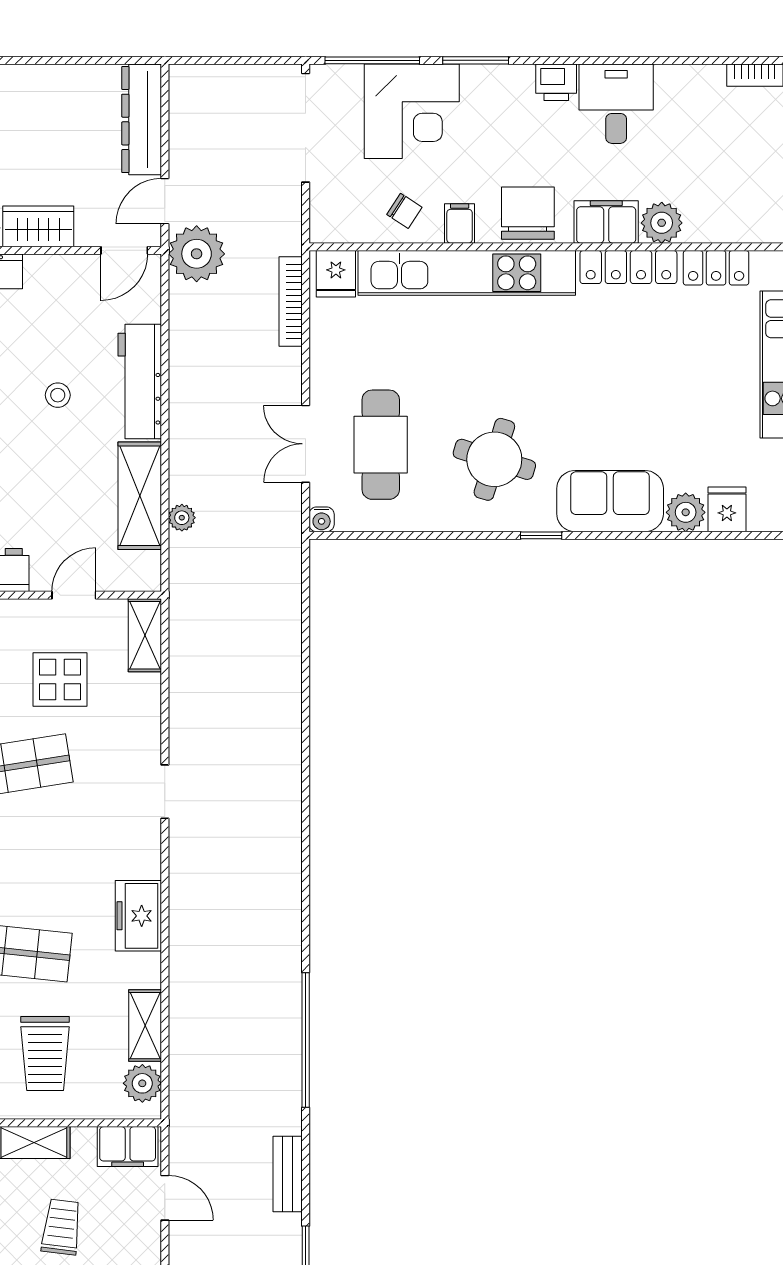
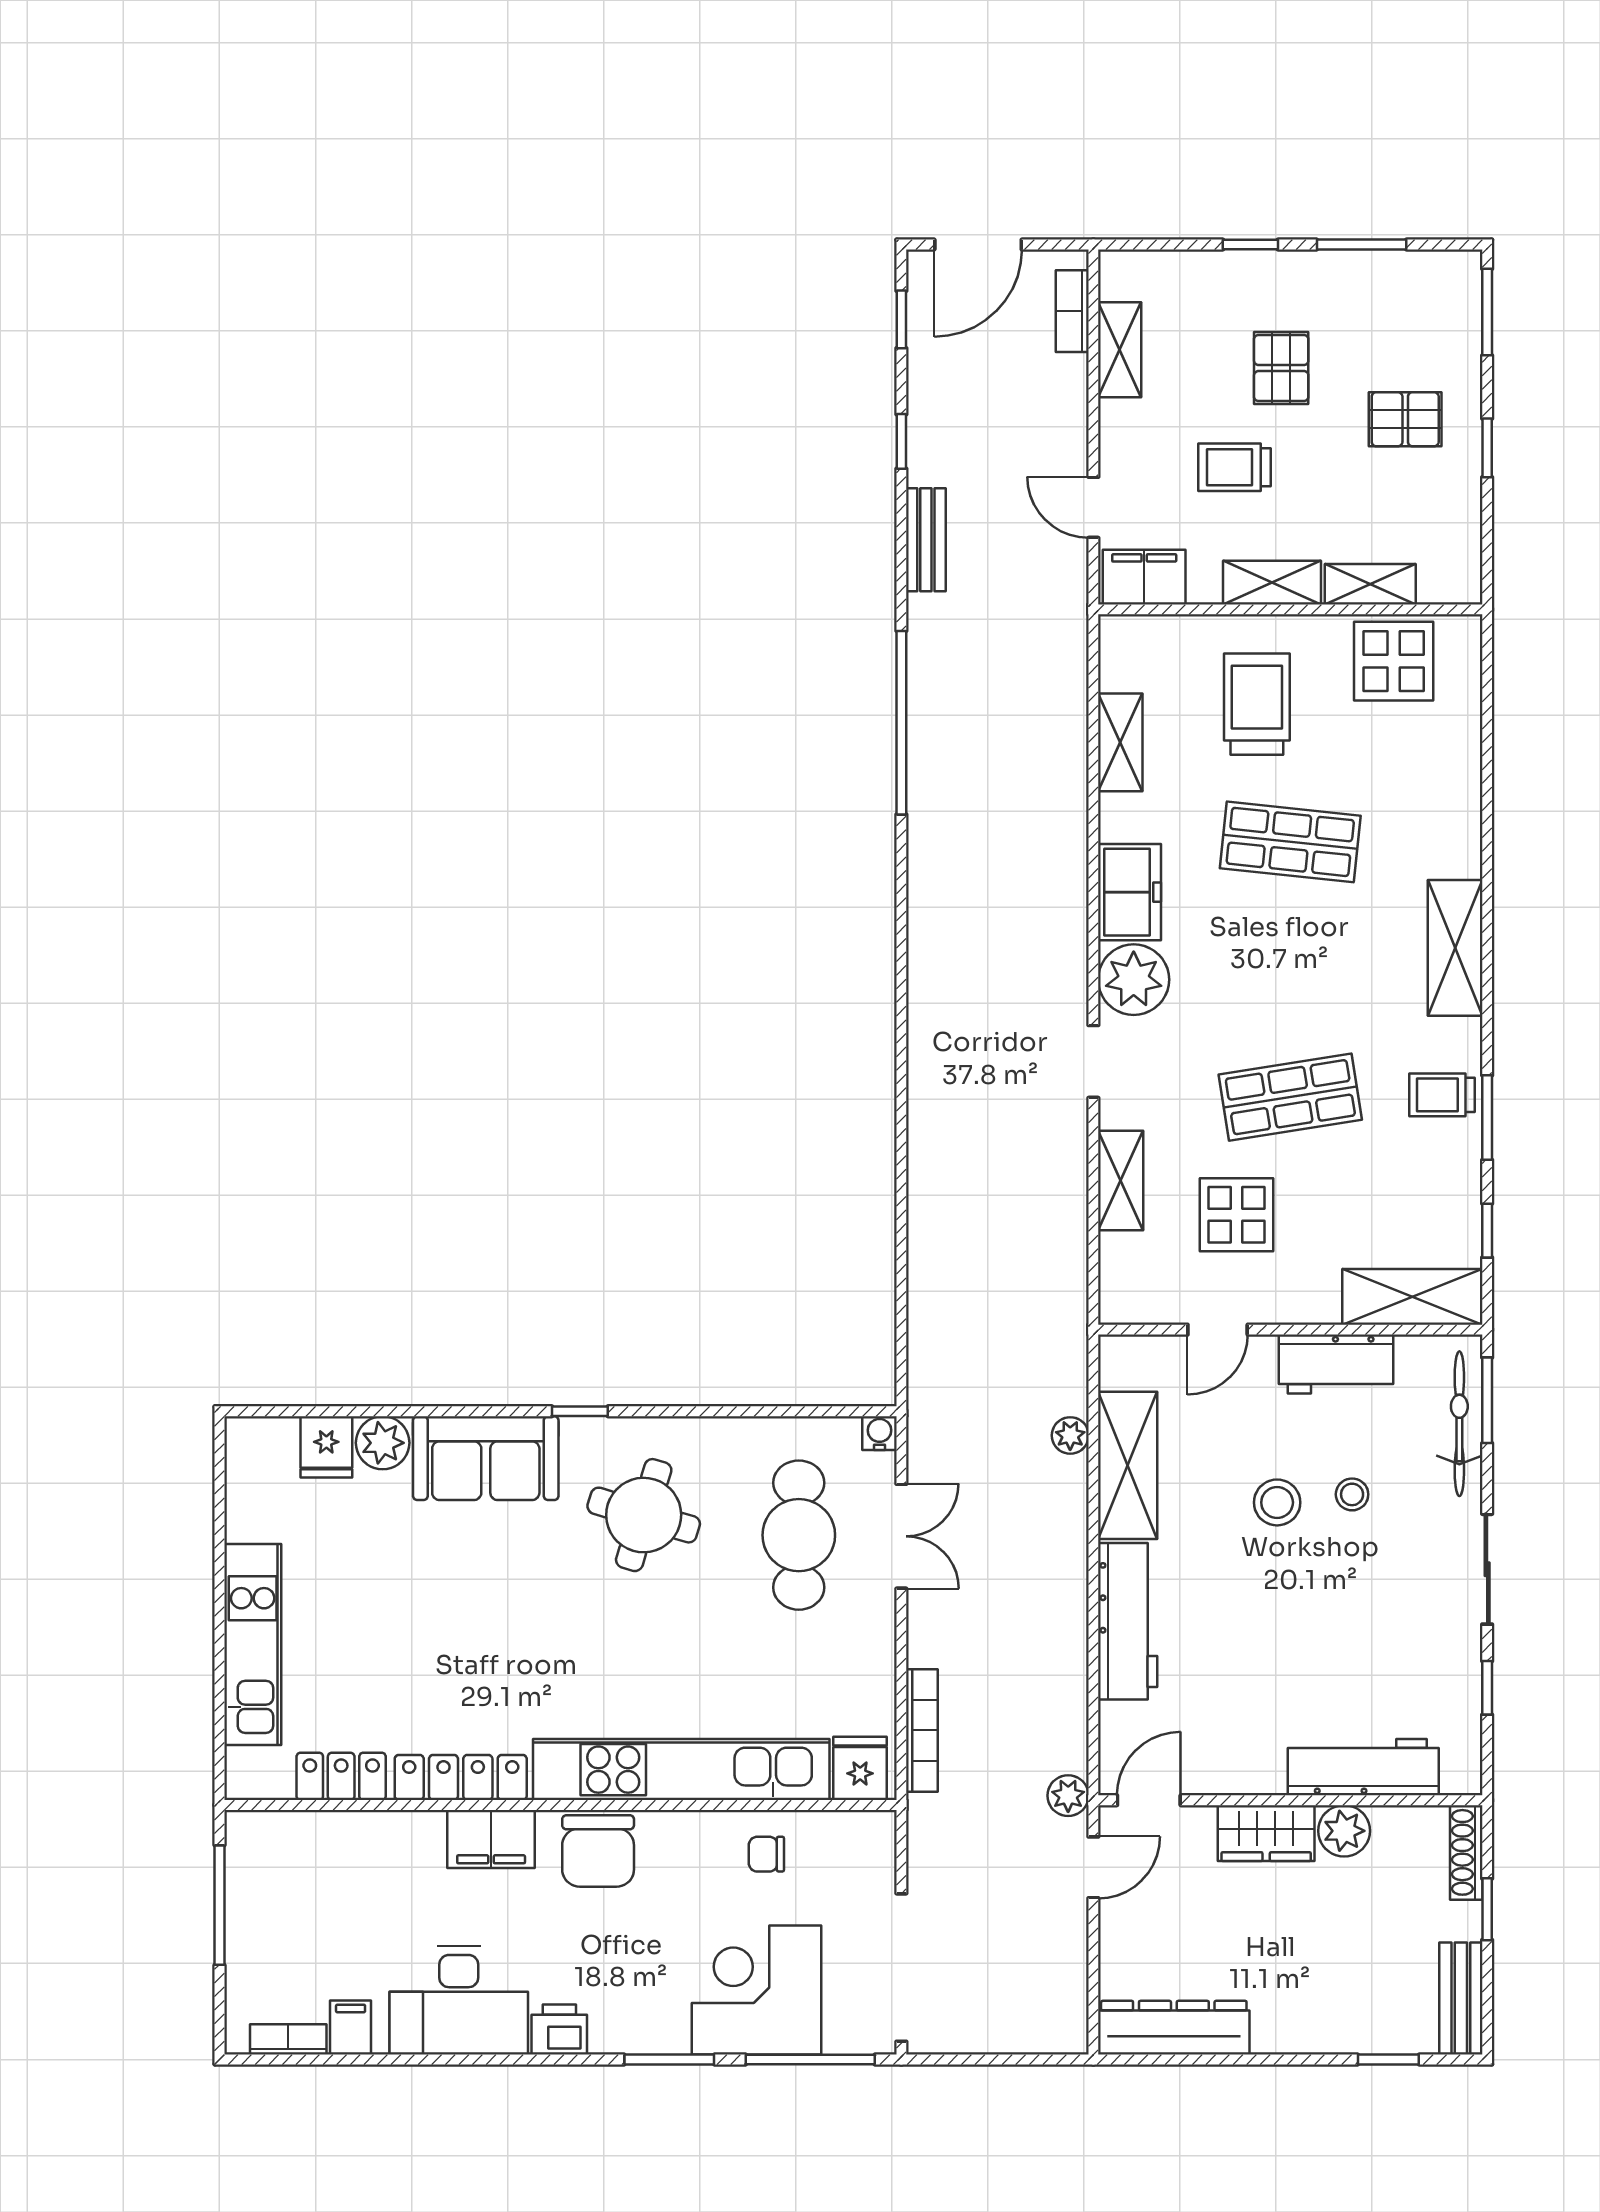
desk: (616, 104) -> (459, 2000), width x1.37
dresser: (142, 120) -> (1174, 2028), moved, turned -90
chair: (404, 211) -> (766, 1854), turned -33
filing cabinet: (460, 223) -> (351, 2028), moved, turned 180
plant: (662, 223) -> (415, 1838), removed
plant: (197, 254) -> (1068, 1796), width x0.53, depth x0.53
stool: (58, 395) -> (1277, 1502), moved, width x1.37, depth x1.37
shelving: (145, 635) -> (1121, 1180), moved
plant: (142, 1083) -> (1134, 980), moved, width x1.36, depth x1.36
trolley: (61, 1227) -> (1235, 467), turned 83

